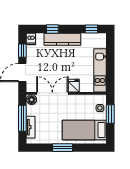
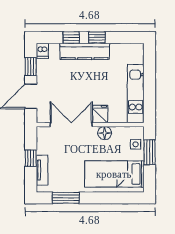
window: (91, 29) -> (97, 37), moved
floor lamp: (31, 100) -> (105, 133), moved
window: (22, 118) -> (31, 158), width x0.46
window: (63, 148) -> (66, 198), moved

